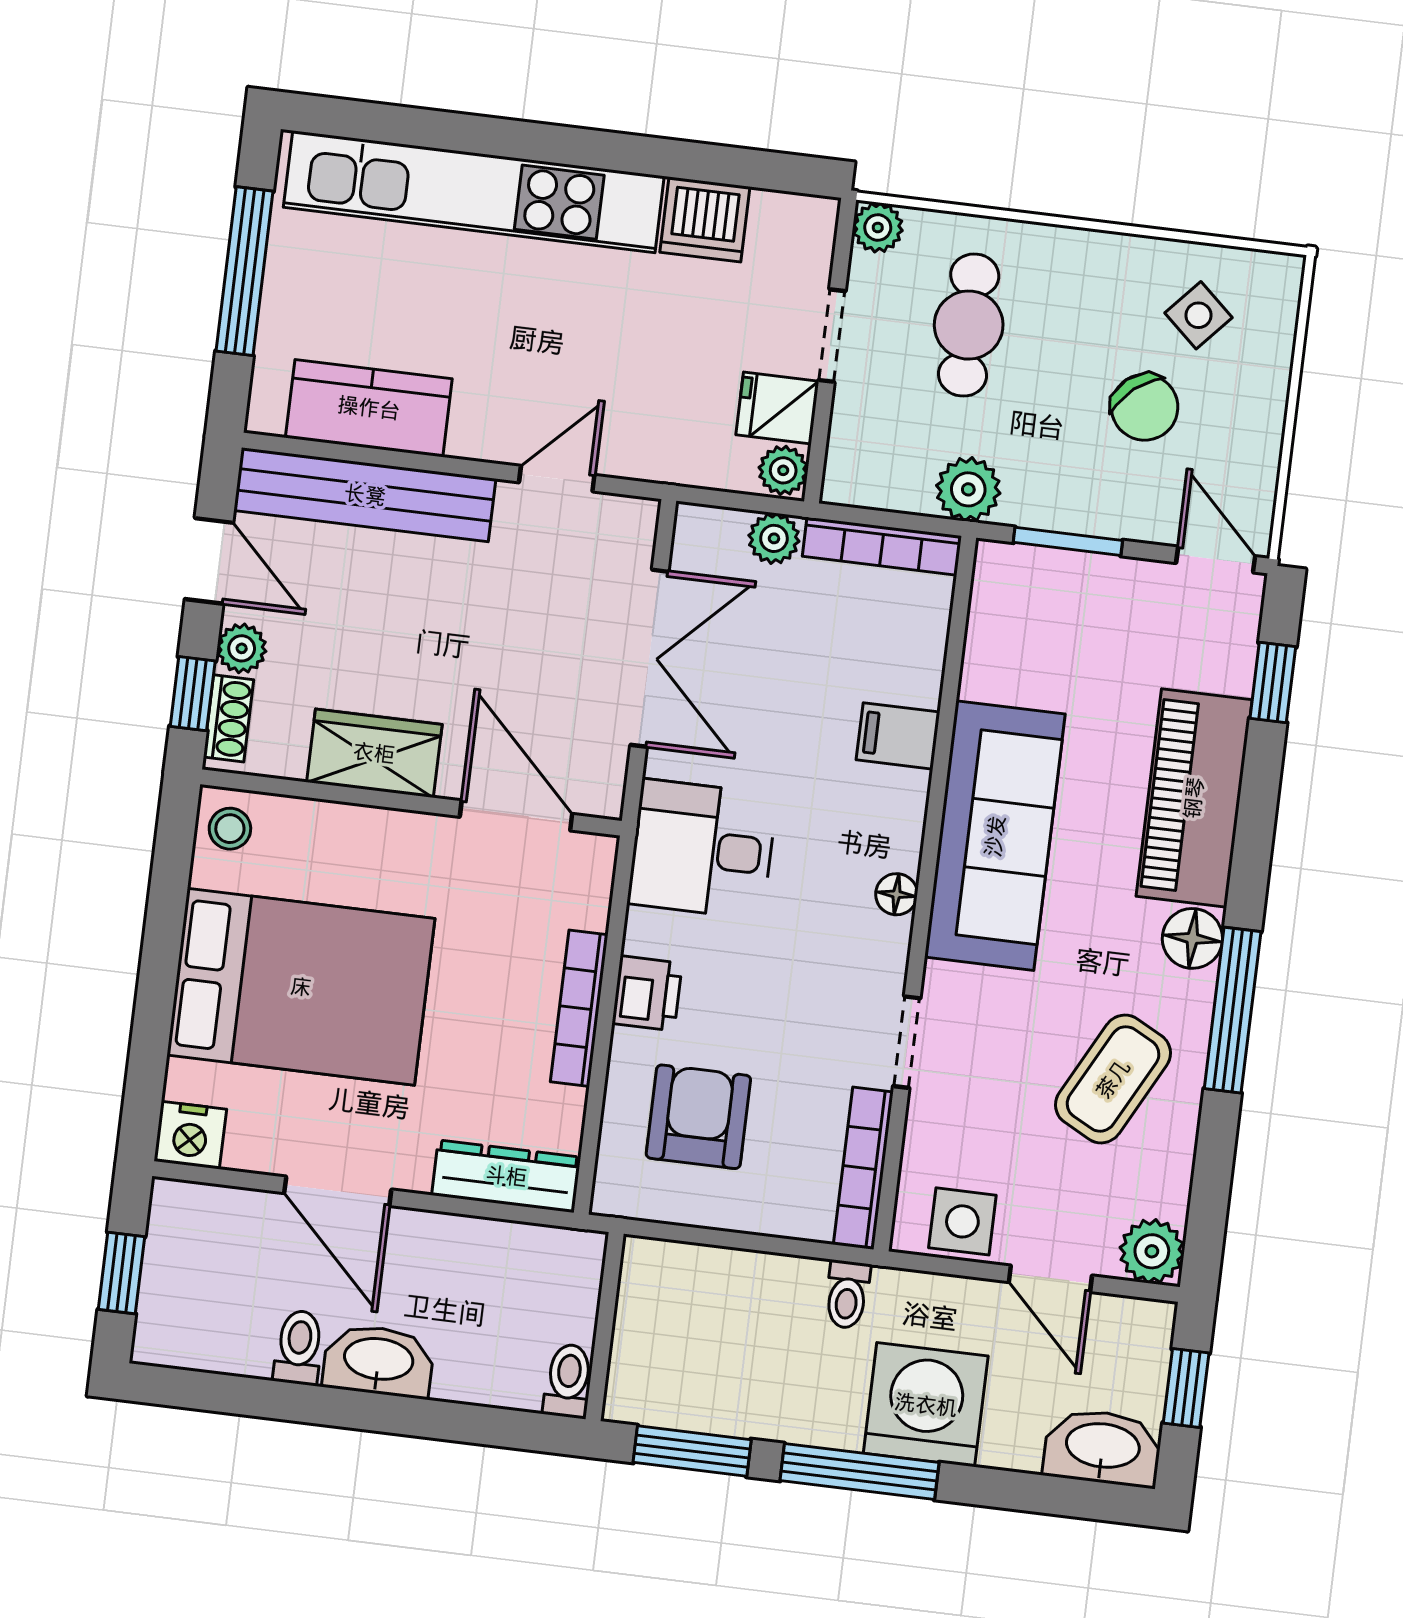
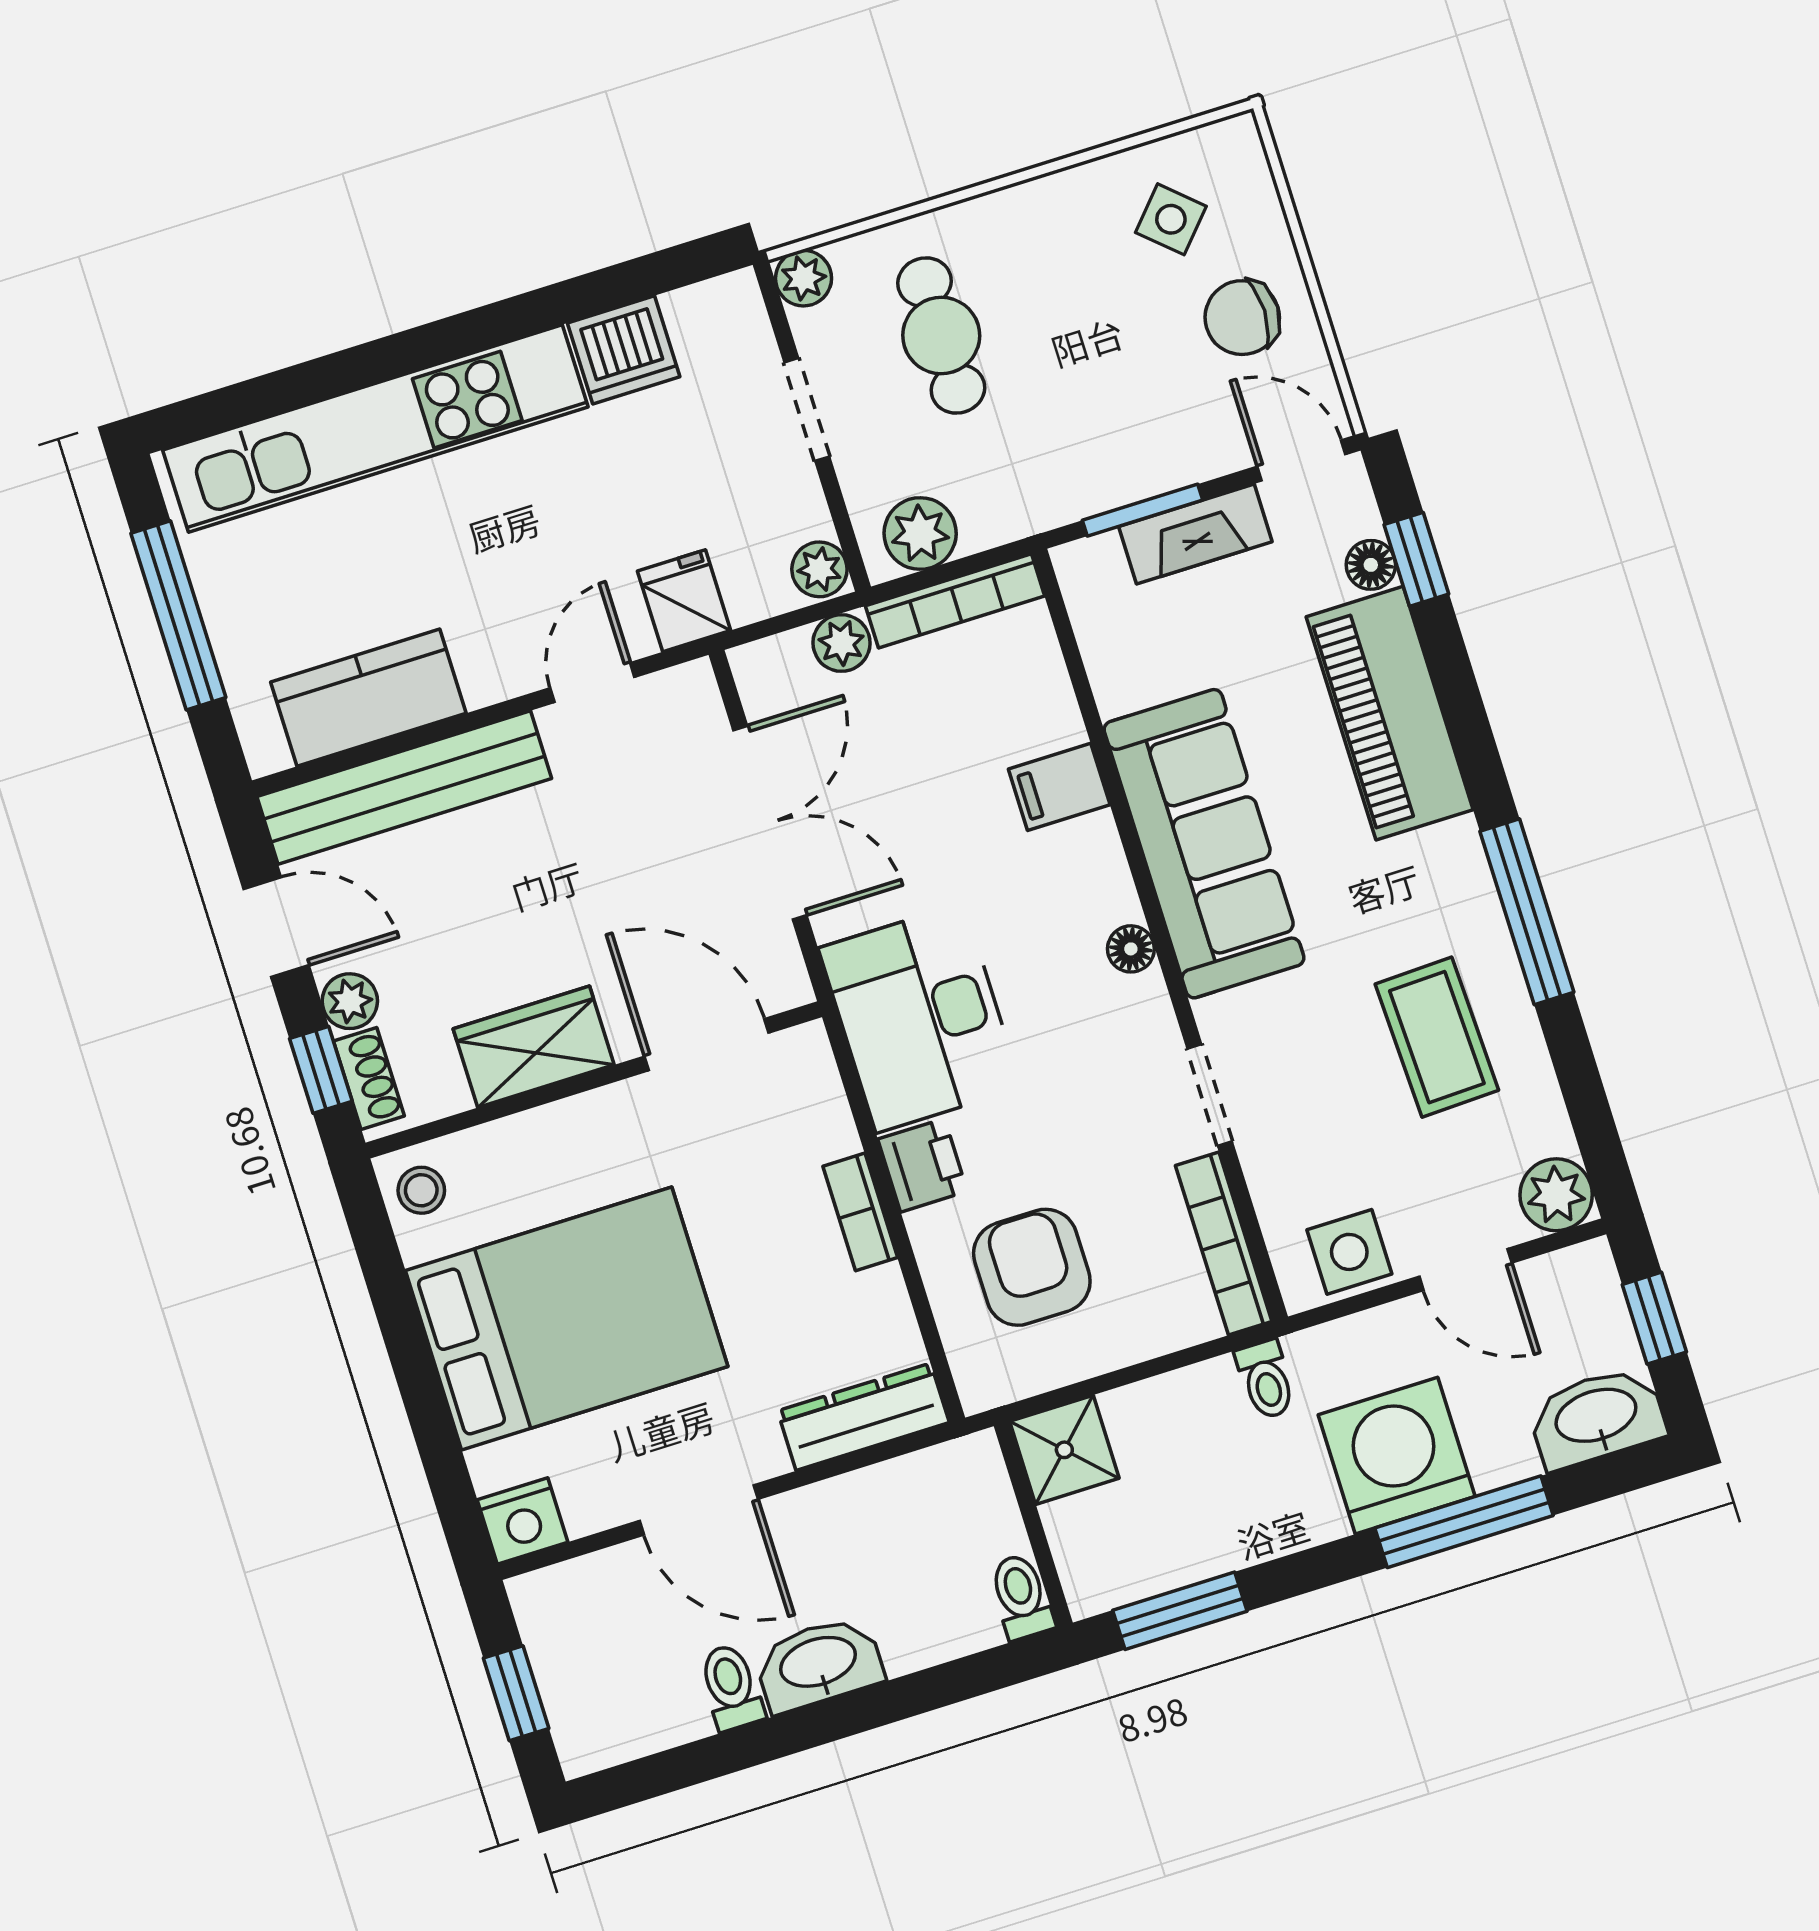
chair: (1145, 407) -> (1242, 318), moved, turned 130
fridge: (777, 408) -> (684, 601), moved, turned 90
plant: (968, 489) -> (920, 533), moved
fireplace: (1102, 580) -> (1195, 534), added
desk: (702, 849) -> (920, 1018), width x1.37
floor lamp: (1192, 938) -> (1371, 565), moved, width x0.73, depth x0.73
bookcase: (579, 1008) -> (860, 1212), width x0.64
coffee table: (1113, 1079) -> (1437, 1037), turned -30
shower: (657, 1277) -> (1064, 1450), added
window: (859, 1472) -> (1464, 1522), moved

